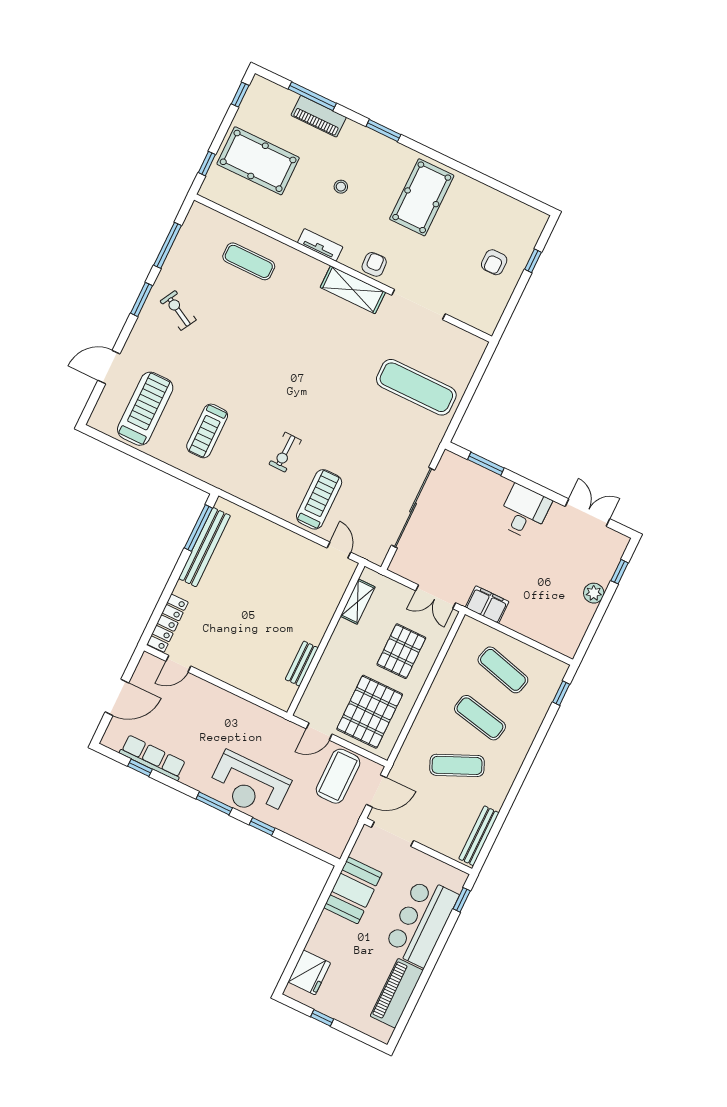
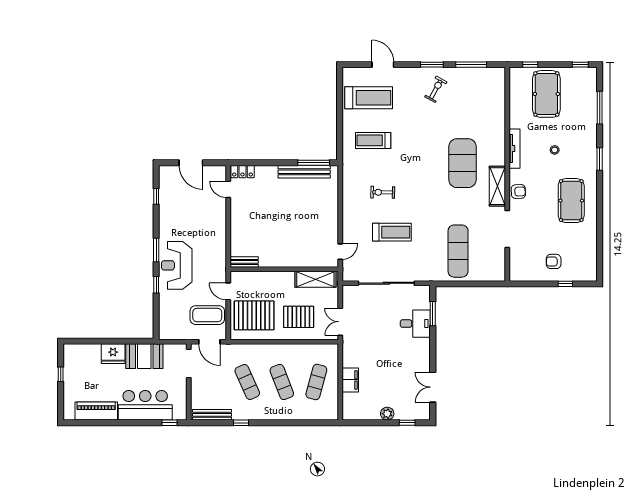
piano: (319, 116) -> (590, 117), removed
pool table: (422, 197) -> (571, 201), turned 90
tv unit: (320, 245) -> (515, 149), width x1.41
exercise mat: (249, 261) -> (462, 163), moved, width x2.00, depth x1.45
treadmill: (319, 499) -> (392, 232), moved
desk: (524, 512) -> (415, 324), moved
double door: (587, 513) -> (433, 387), swing flipped
shelving: (358, 602) -> (315, 279), width x1.50, depth x1.33
filing cabinet: (487, 605) -> (350, 380), moved
locker: (168, 623) -> (242, 172), width x0.66
bench: (302, 664) -> (244, 262), moved
window: (561, 693) -> (241, 423), moved
exercise mat: (480, 718) -> (282, 382), turned -33
row of seats: (153, 758) -> (166, 201), removed
fridge: (309, 972) -> (113, 354), moved

